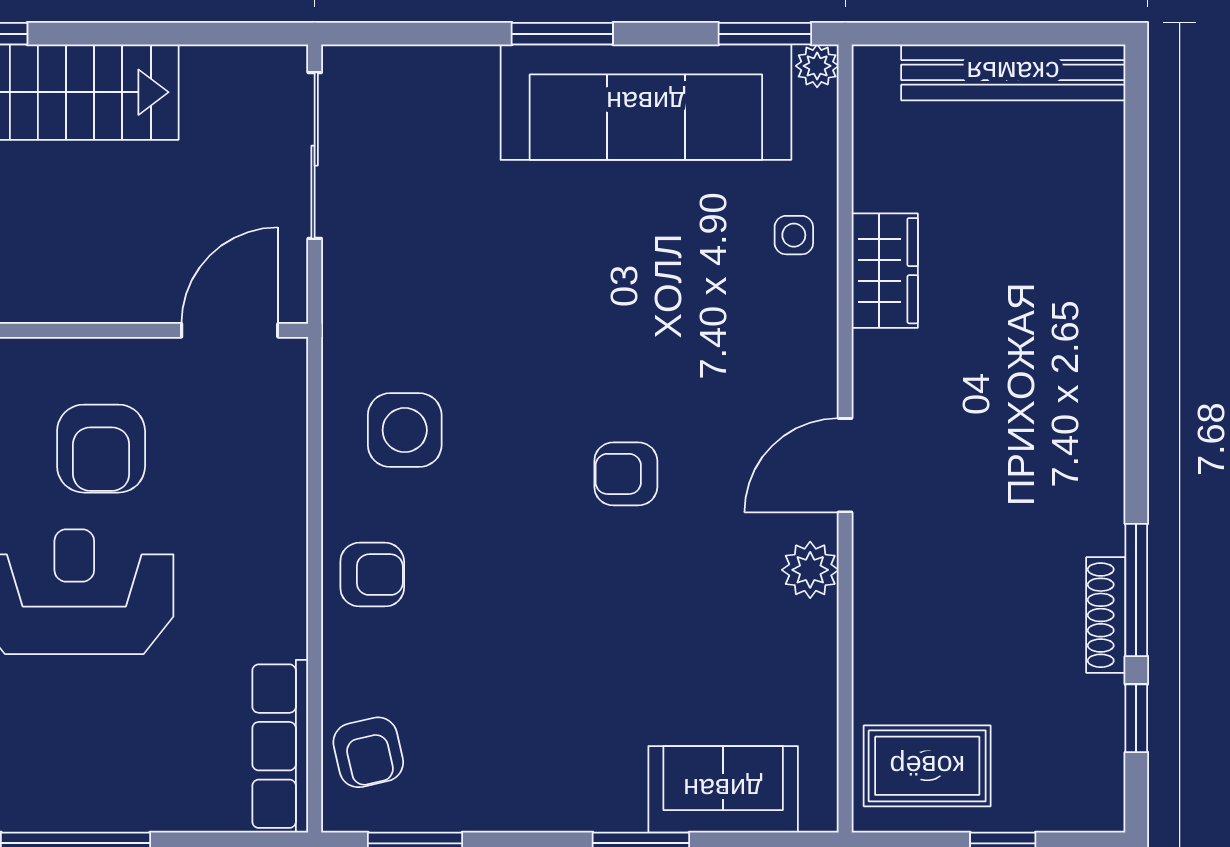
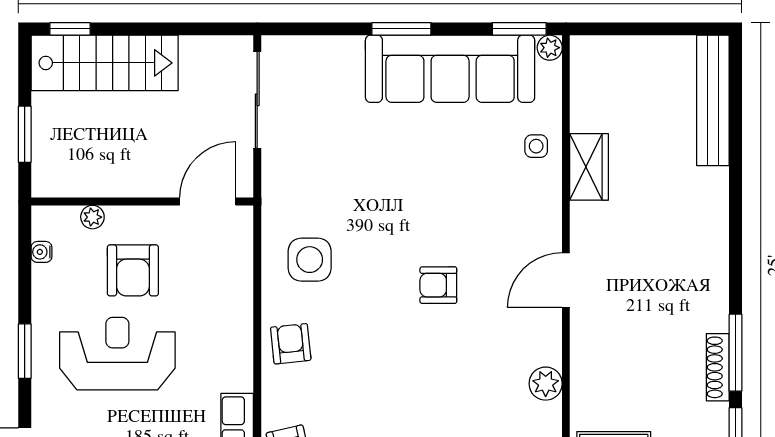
bench: (1013, 72) -> (713, 100), moved, turned 90
plant: (32, 357) -> (92, 217), added
plant: (810, 570) -> (546, 384), moved
armchair: (372, 575) -> (291, 344), turned -96

